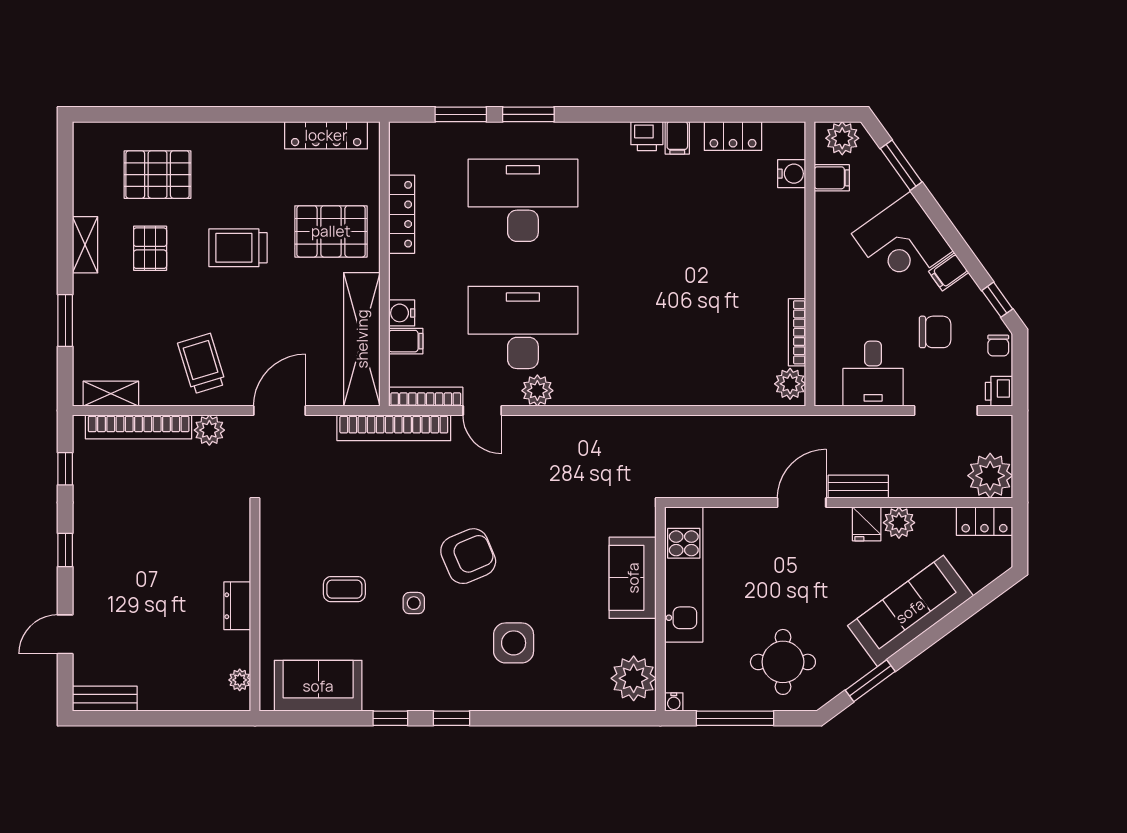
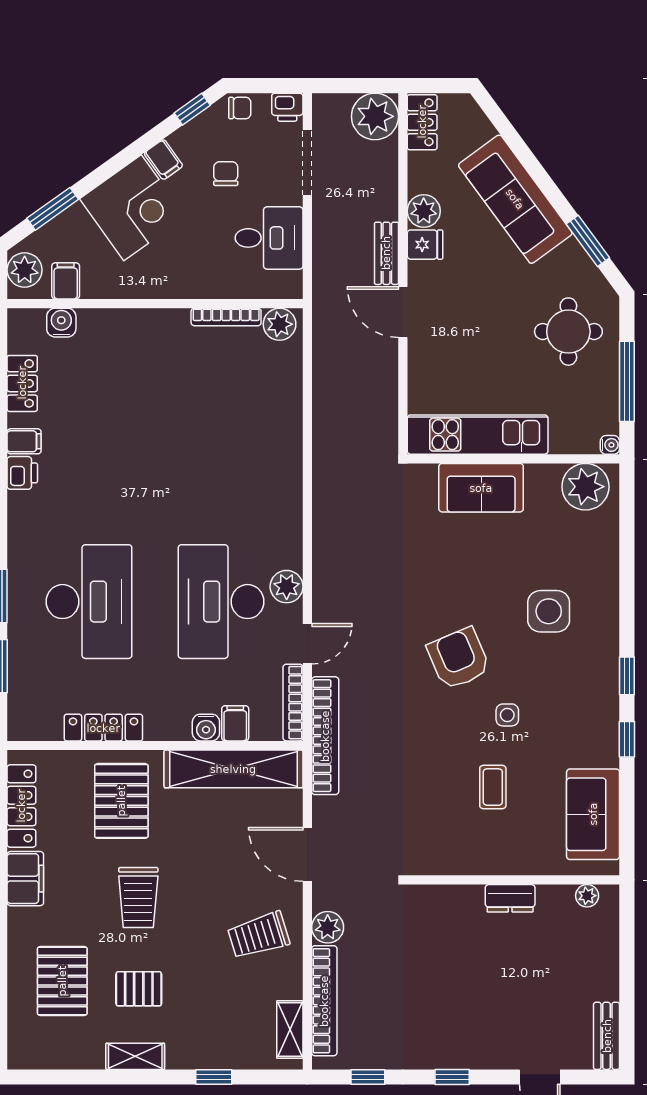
filing cabinet: (256, 139) -> (25, 879), added
desk: (523, 200) -> (89, 602), turned 180
window: (65, 321) -> (214, 1077), width x0.67
chair: (935, 332) -> (226, 174), width x0.73, depth x0.73

